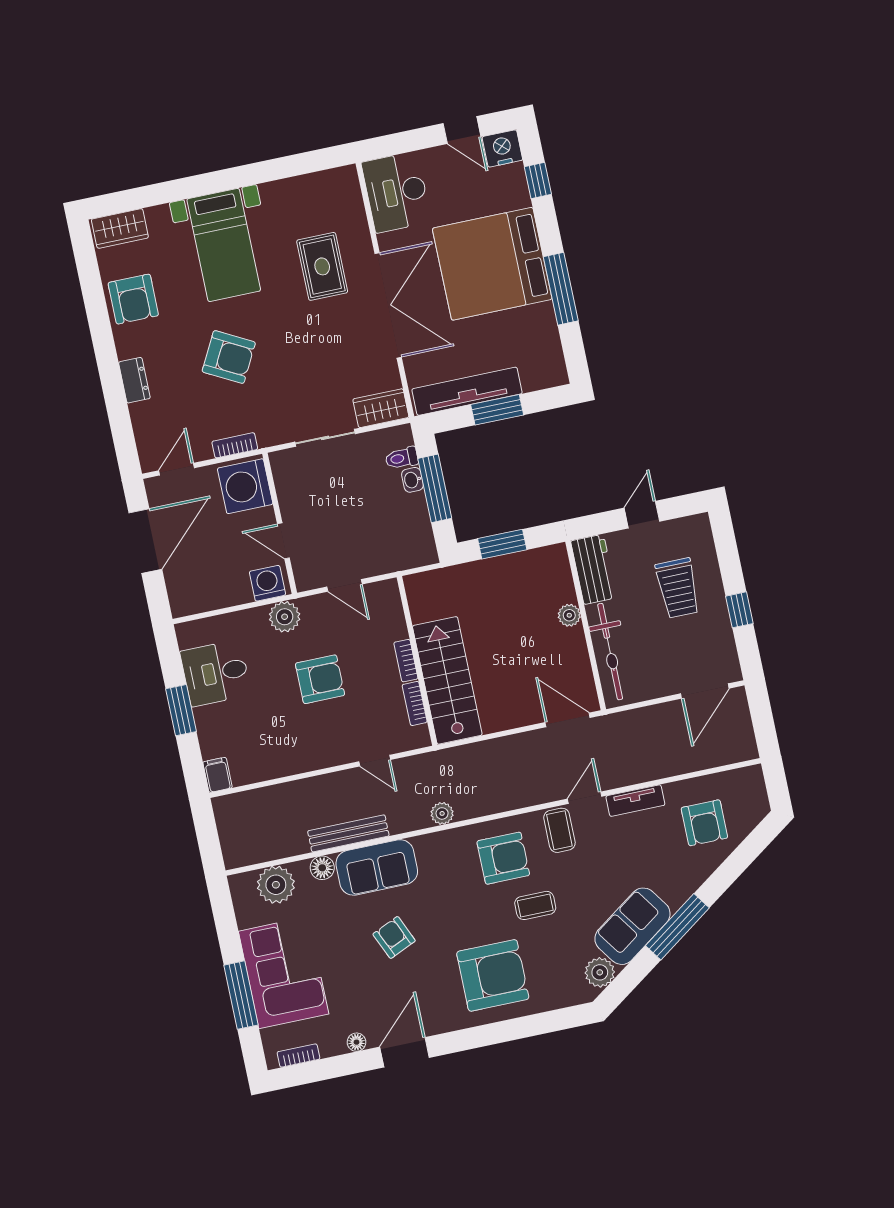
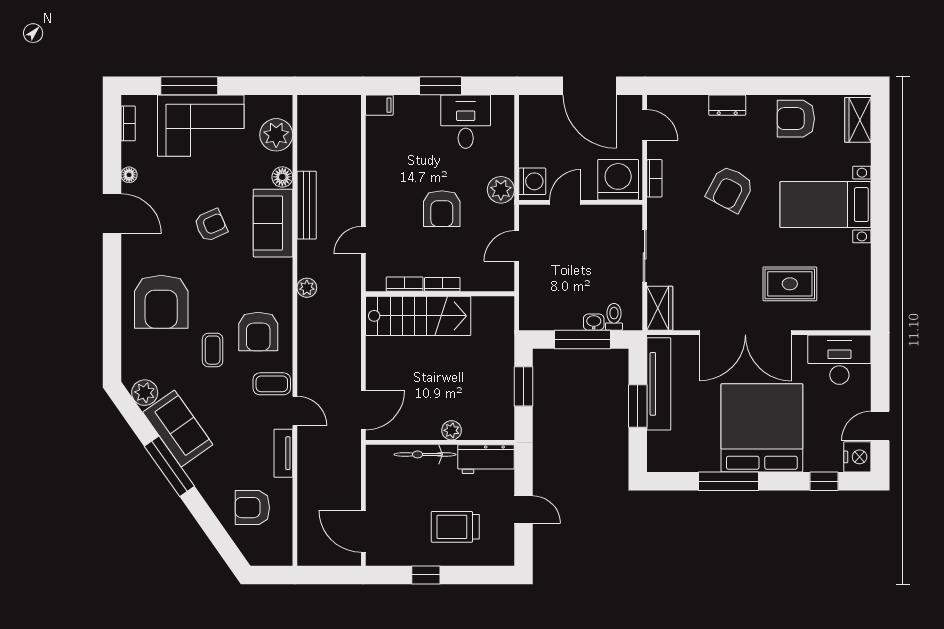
bicycle: (610, 652) -> (425, 454), width x0.73, depth x0.71

